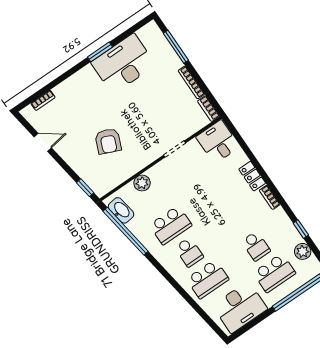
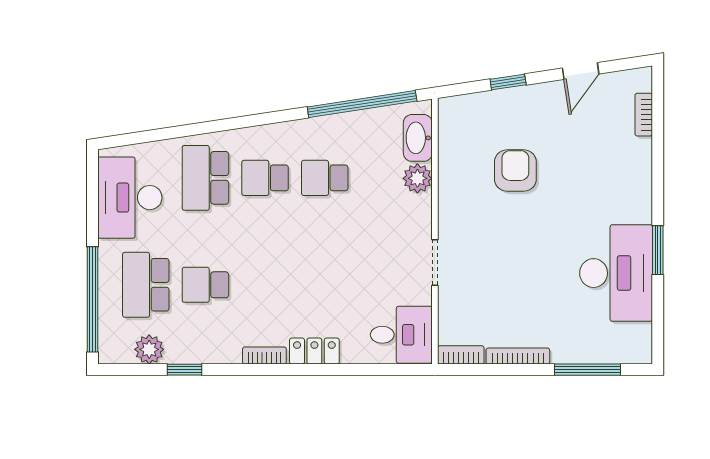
armchair: (108, 141) -> (515, 171), turned 67
window: (85, 188) -> (508, 82), moved
washbasin: (121, 210) -> (418, 138), moved, turned 99
school desk: (171, 225) -> (325, 178), width x0.54

